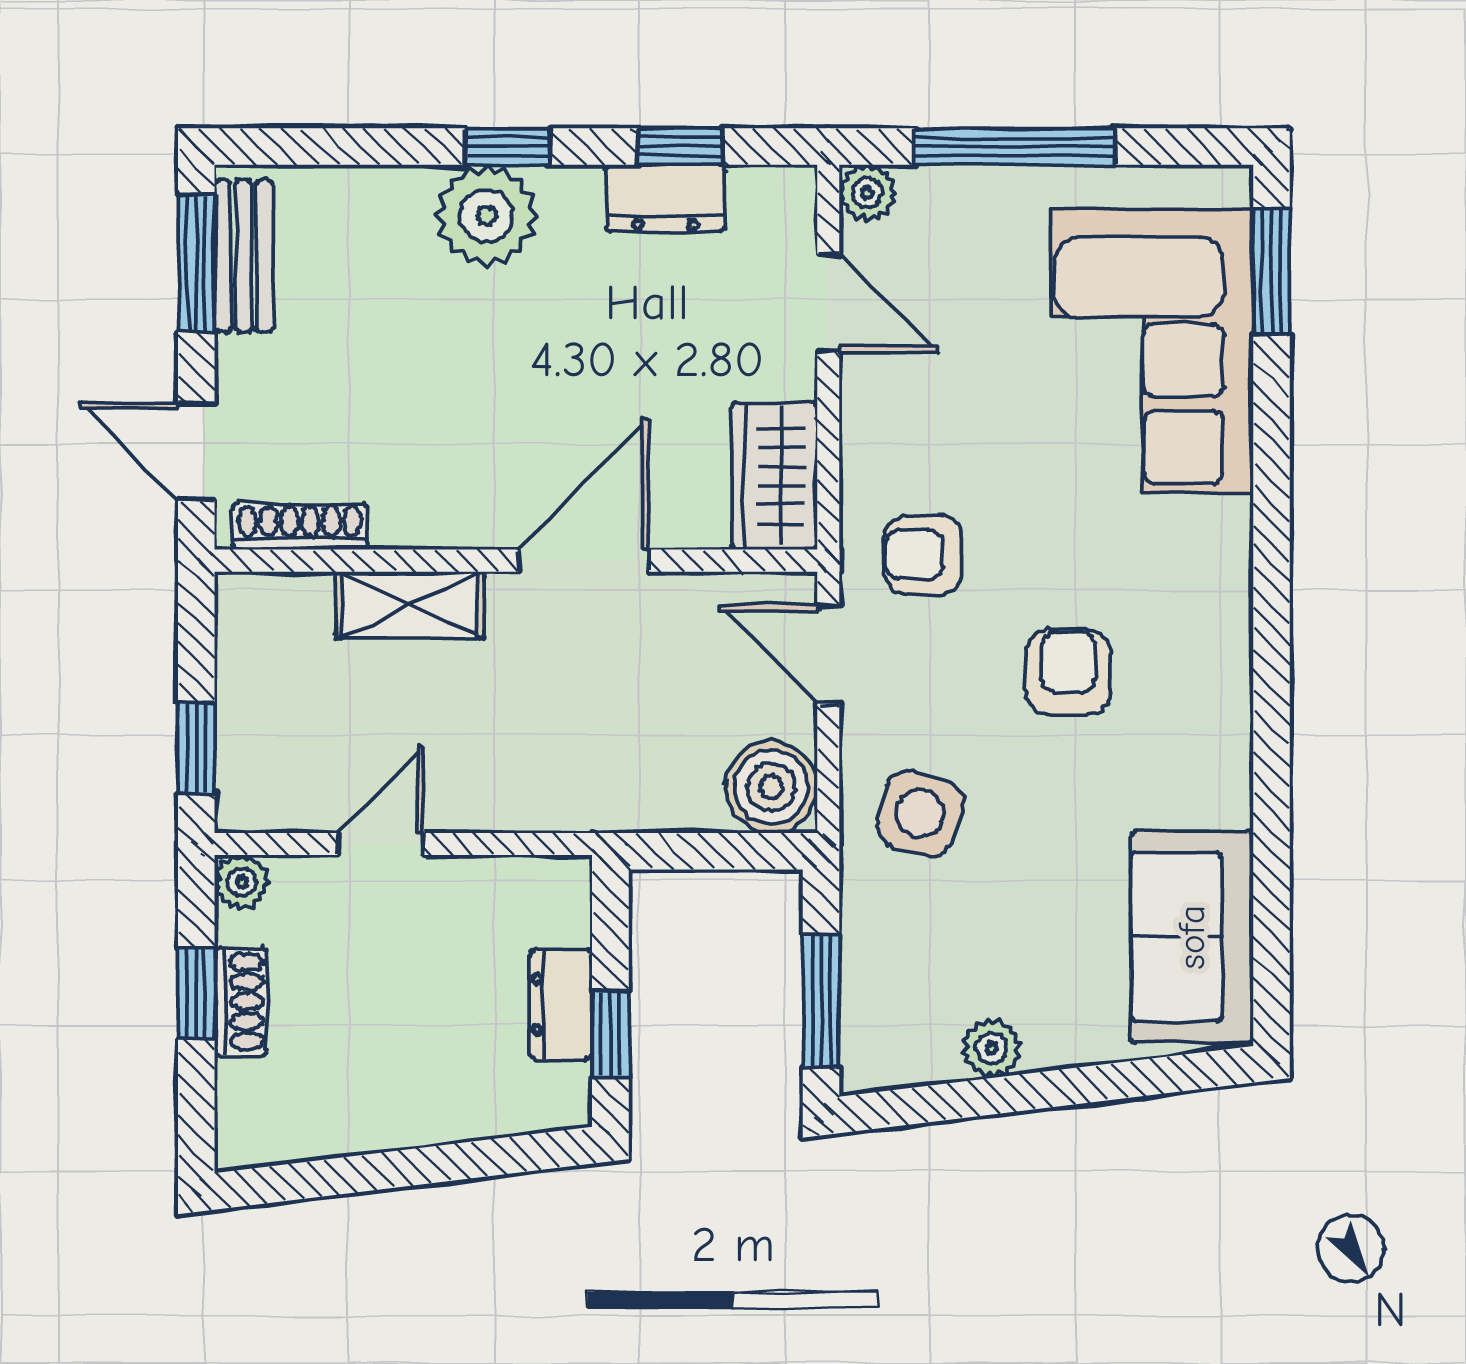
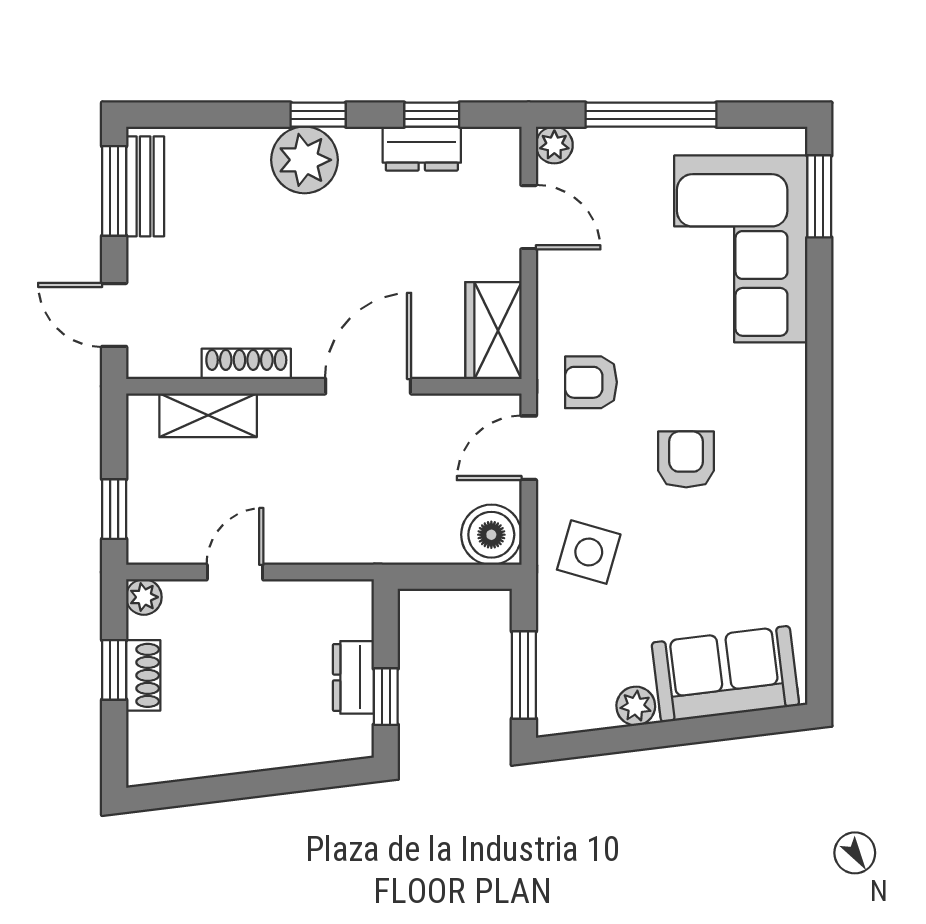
shoe rack: (300, 527) -> (246, 364), moved
shelving: (410, 605) -> (208, 415), moved
door: (828, 655) -> (529, 448), hinge flipped
sofa: (1192, 937) -> (725, 674), moved, turned 83

